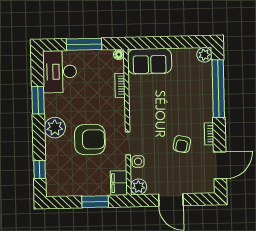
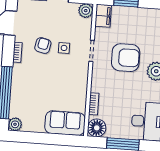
floor lamp: (119, 54) -> (97, 128), width x1.89, depth x1.89
armchair: (90, 139) -> (126, 58), turned 180
side table: (138, 161) -> (64, 48), moved

